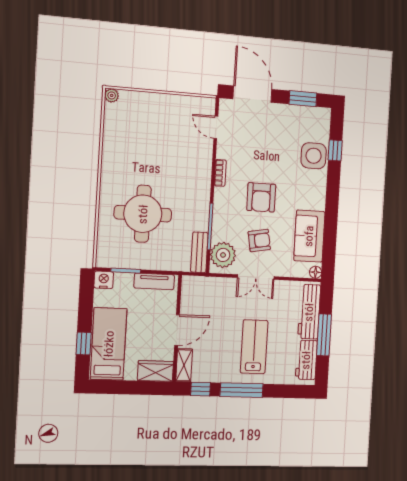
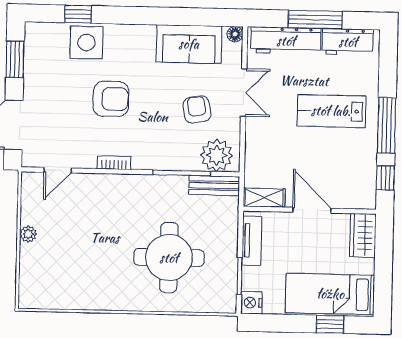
plant: (112, 95) -> (28, 234), moved
armchair: (261, 197) -> (111, 99), moved
double door: (256, 277) -> (244, 93), moved
shelving: (184, 365) -> (264, 198), moved

